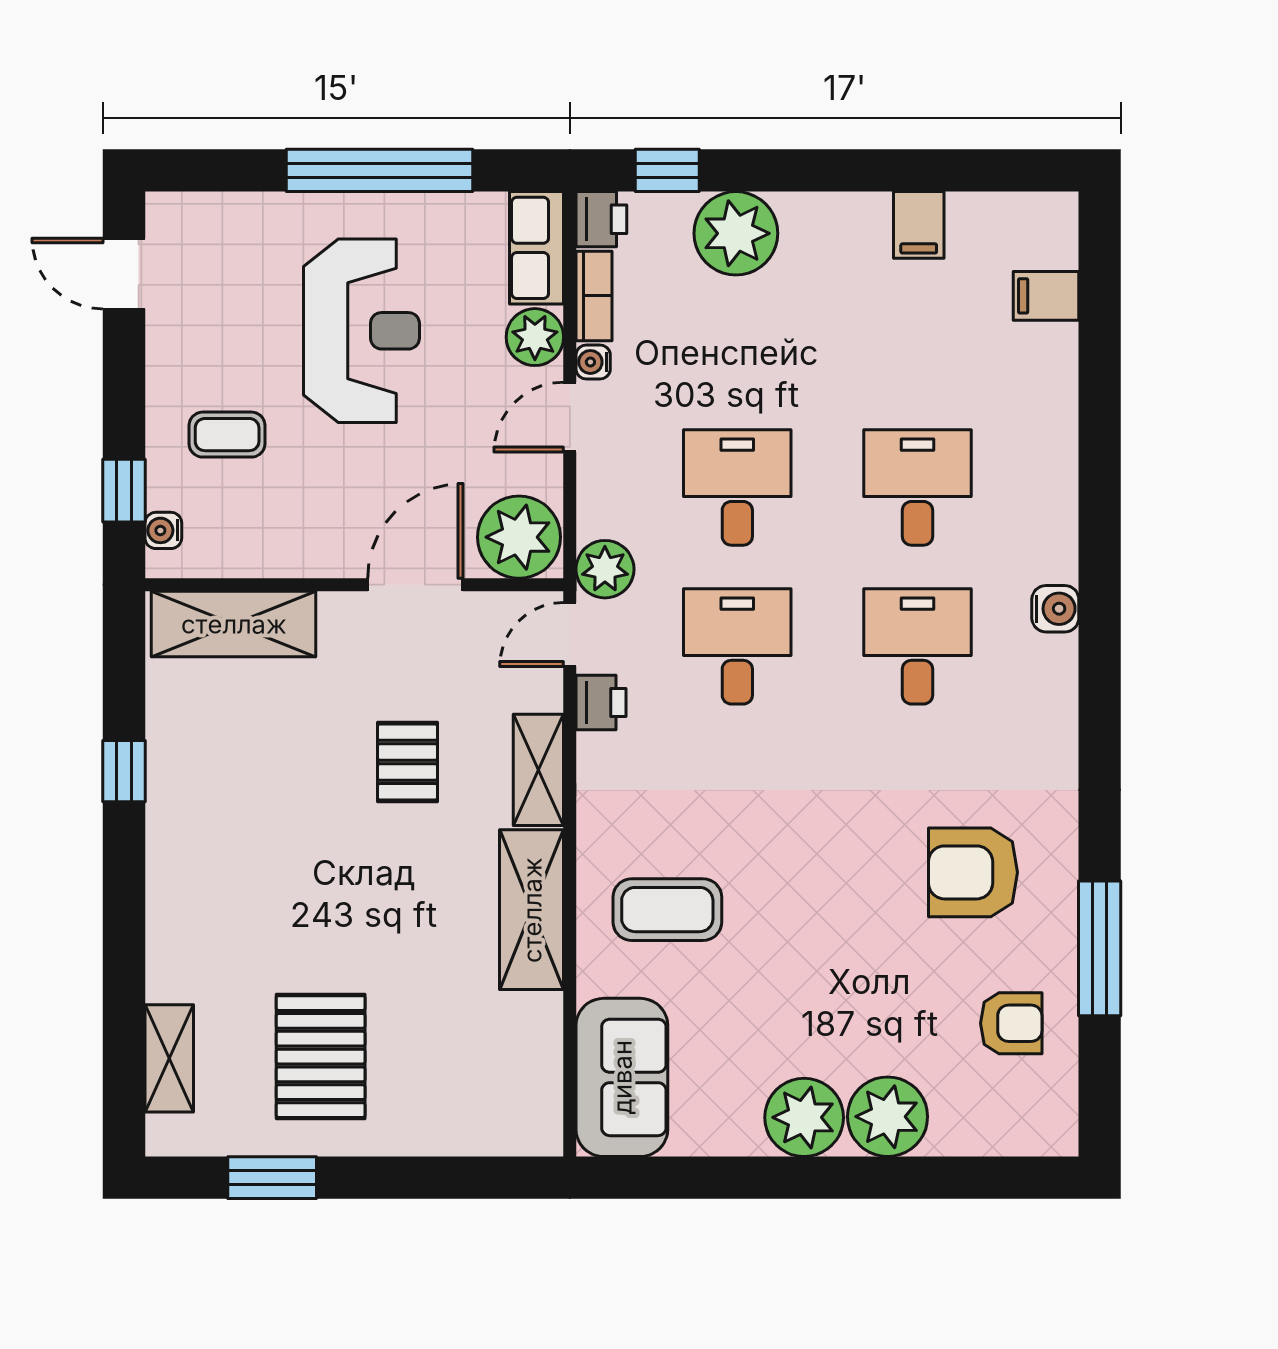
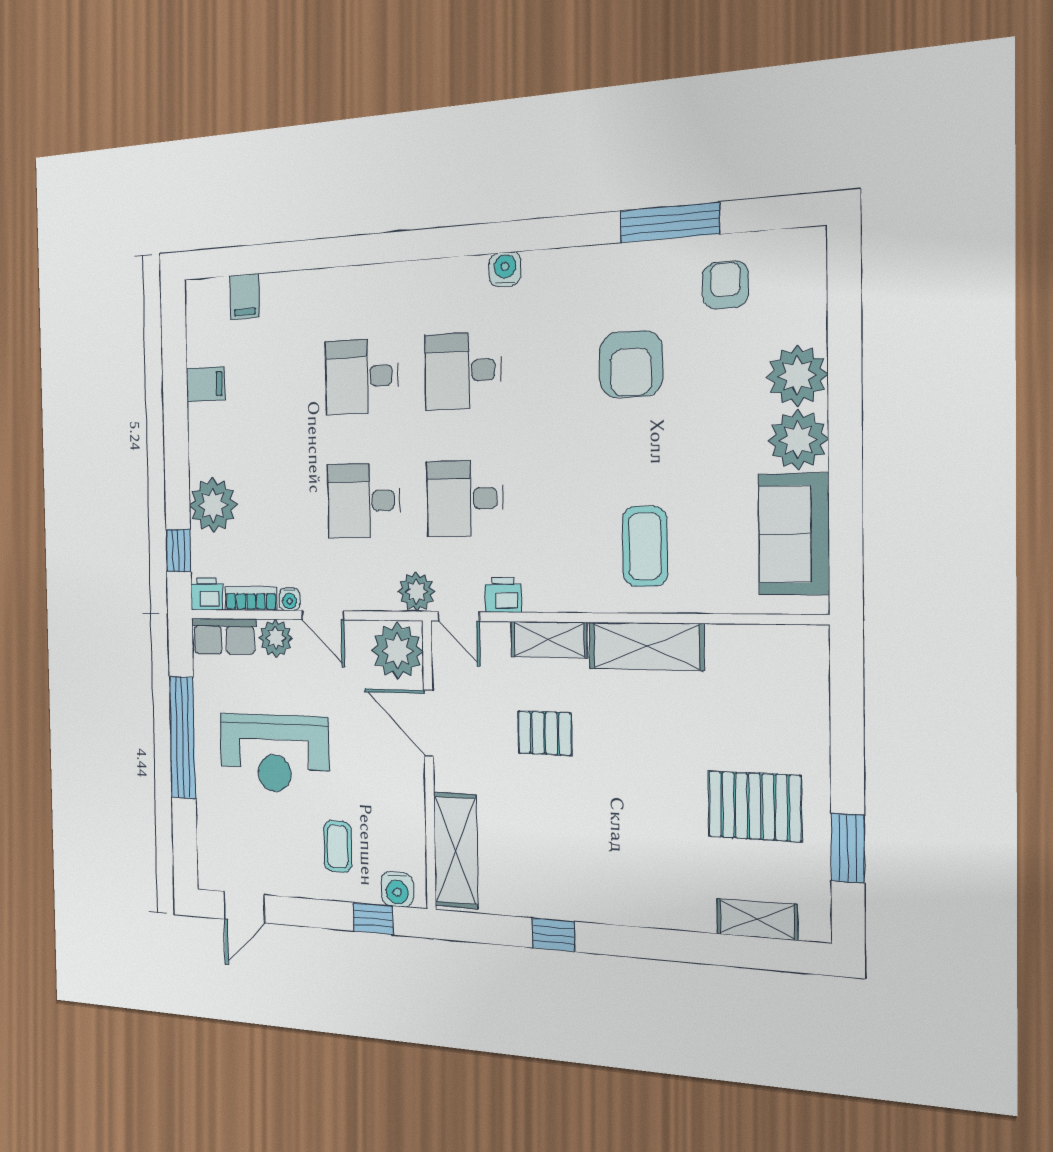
reception desk: (361, 331) -> (274, 753), turned 180
water cooler: (163, 530) -> (397, 889), width x1.38, depth x1.38
water cooler: (1055, 609) -> (505, 269), moved
armchair: (973, 872) -> (631, 364), moved
sofa: (622, 1077) -> (794, 534), moved, turned -90

